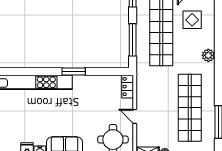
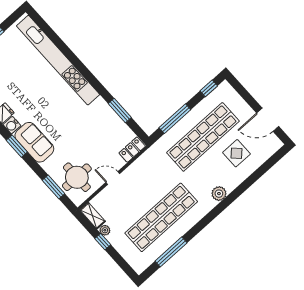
window: (74, 71) -> (120, 110), moved
door: (135, 116) -> (113, 178), hinge flipped

